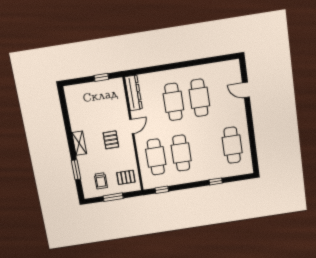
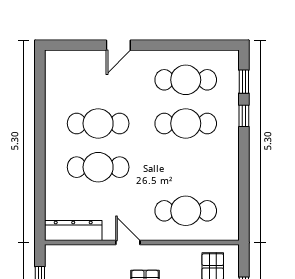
door: (246, 90) -> (118, 45), moved
cafe table: (181, 153) -> (186, 123), moved
window: (162, 190) -> (244, 82), moved

